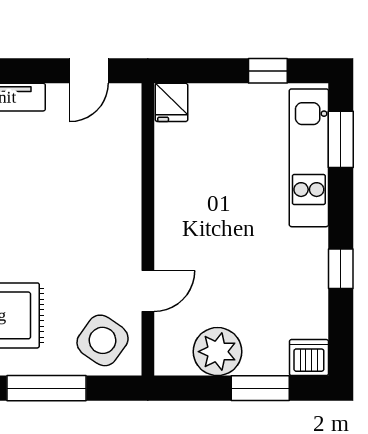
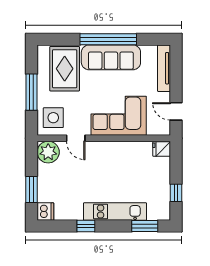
kitchen unit: (309, 158) -> (115, 212), moved
corner sofa: (99, 197) -> (119, 116), added
side table: (103, 340) -> (53, 118), turned -35
plant: (218, 352) -> (48, 152), moved

